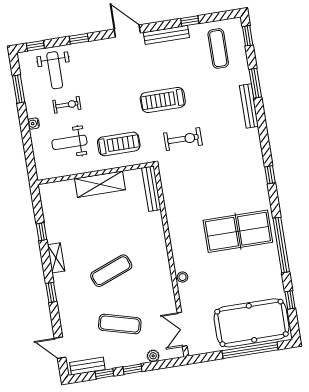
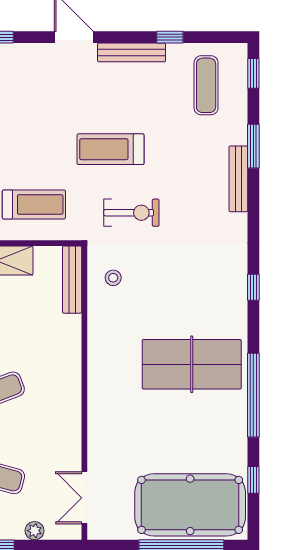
stool: (183, 277) -> (113, 278), moved

